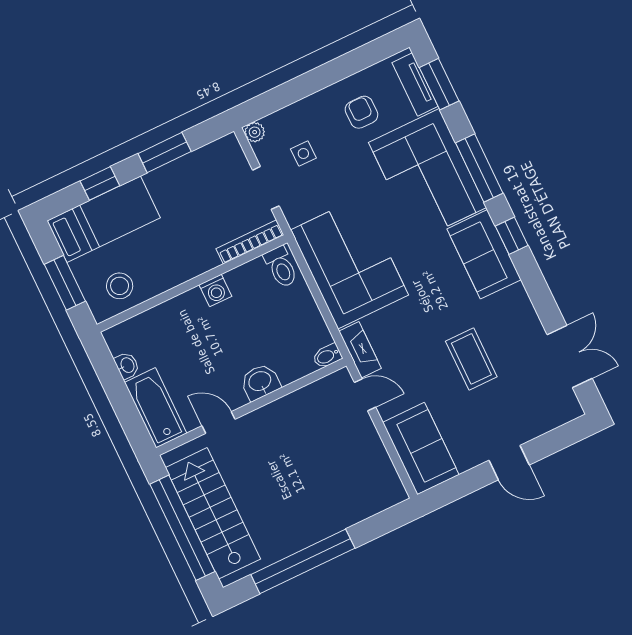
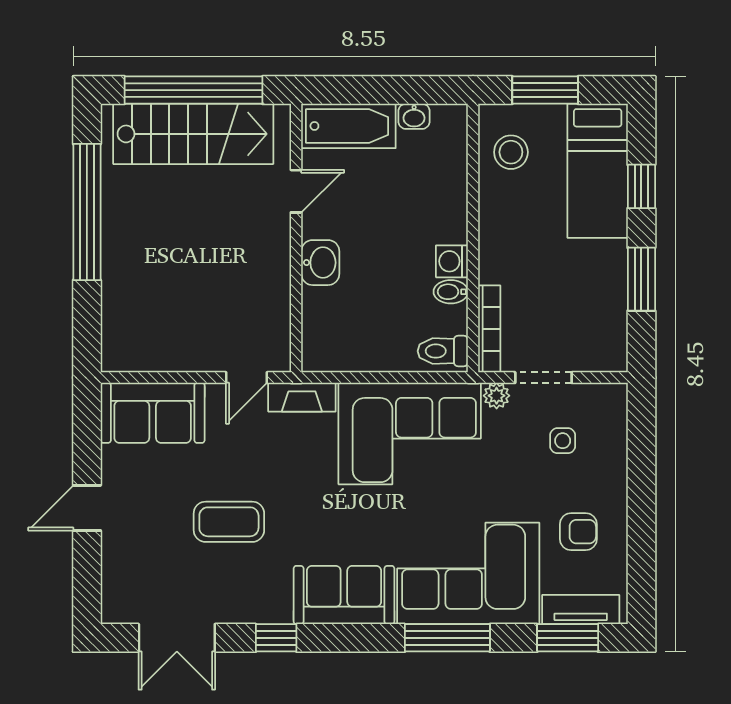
plant: (255, 132) -> (497, 396), moved
window: (512, 236) -> (276, 638), moved
bidet: (327, 356) -> (451, 292), moved, turned -90

